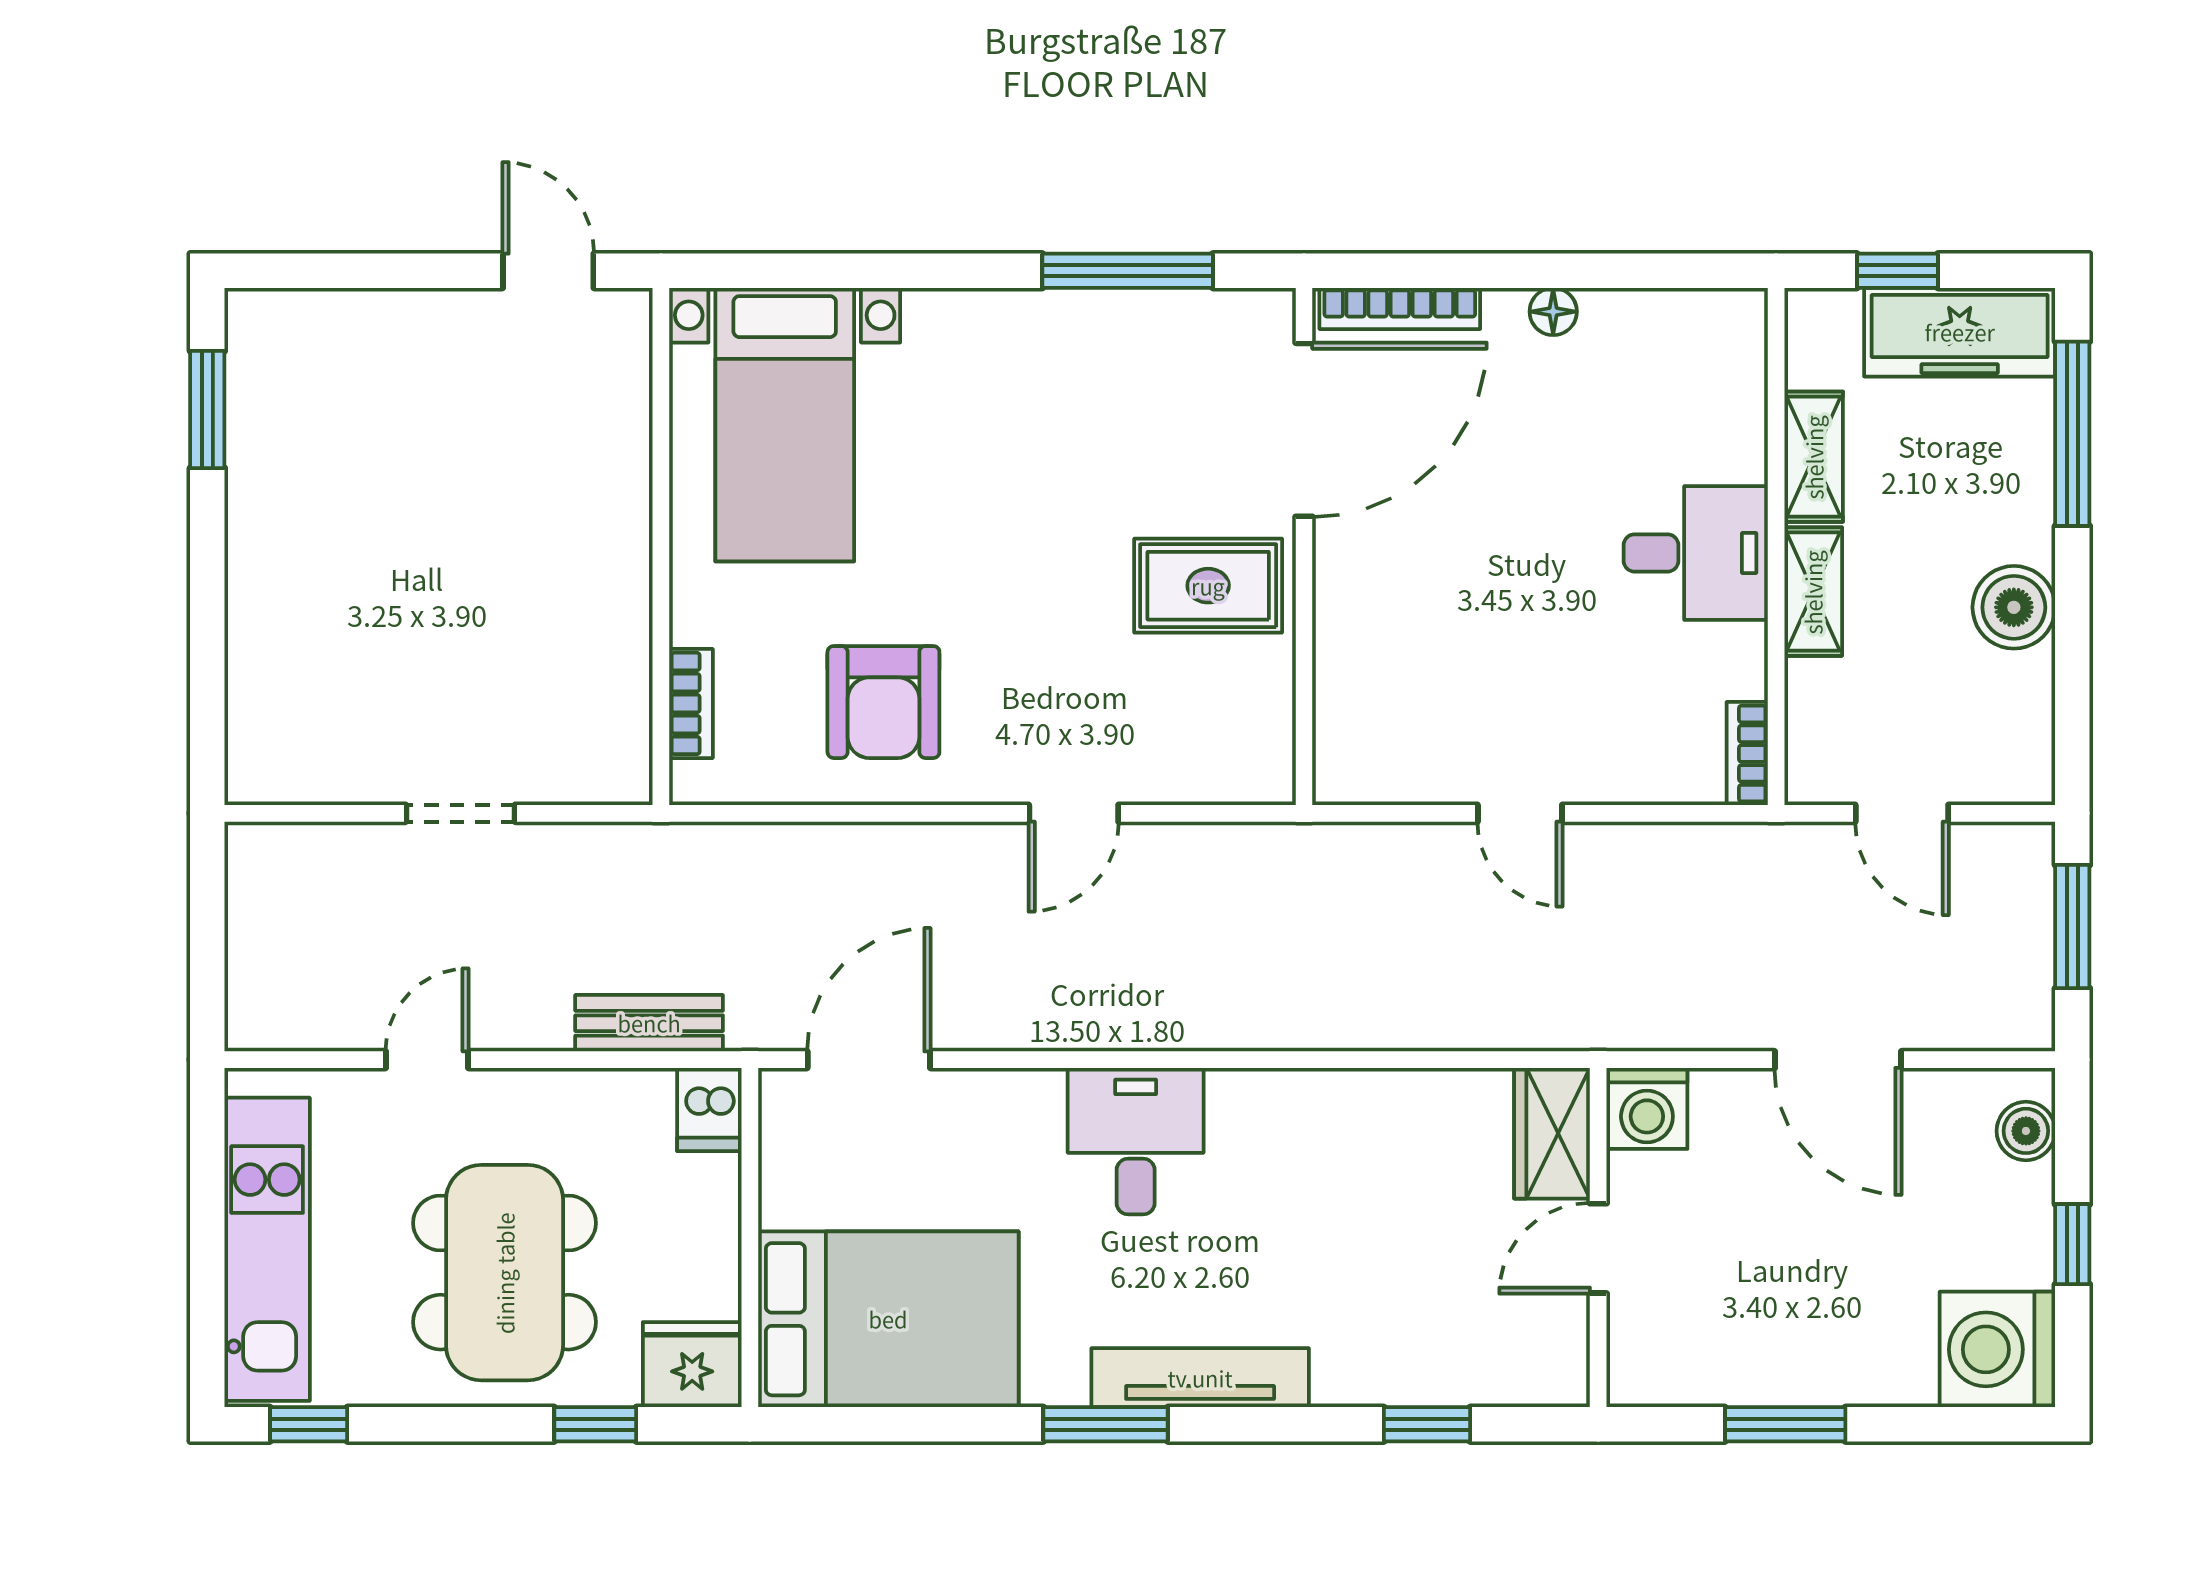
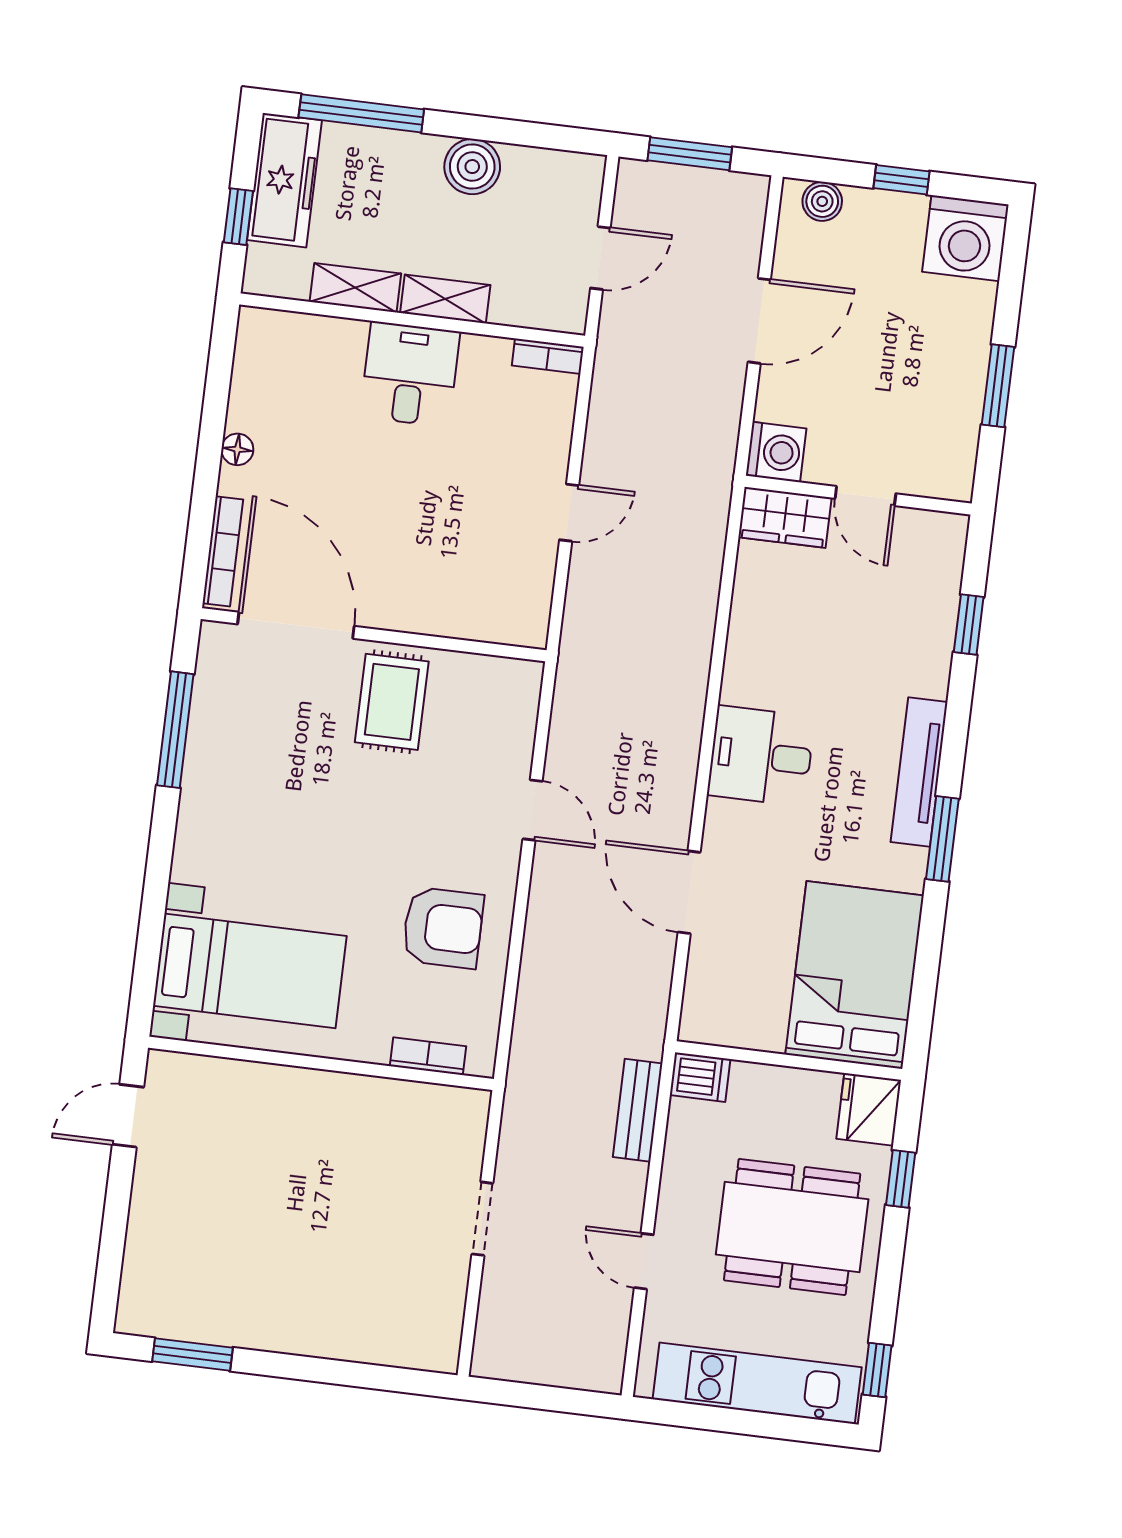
door: (869, 1060) -> (689, 892), moved
desk: (1136, 1141) -> (761, 756), moved

